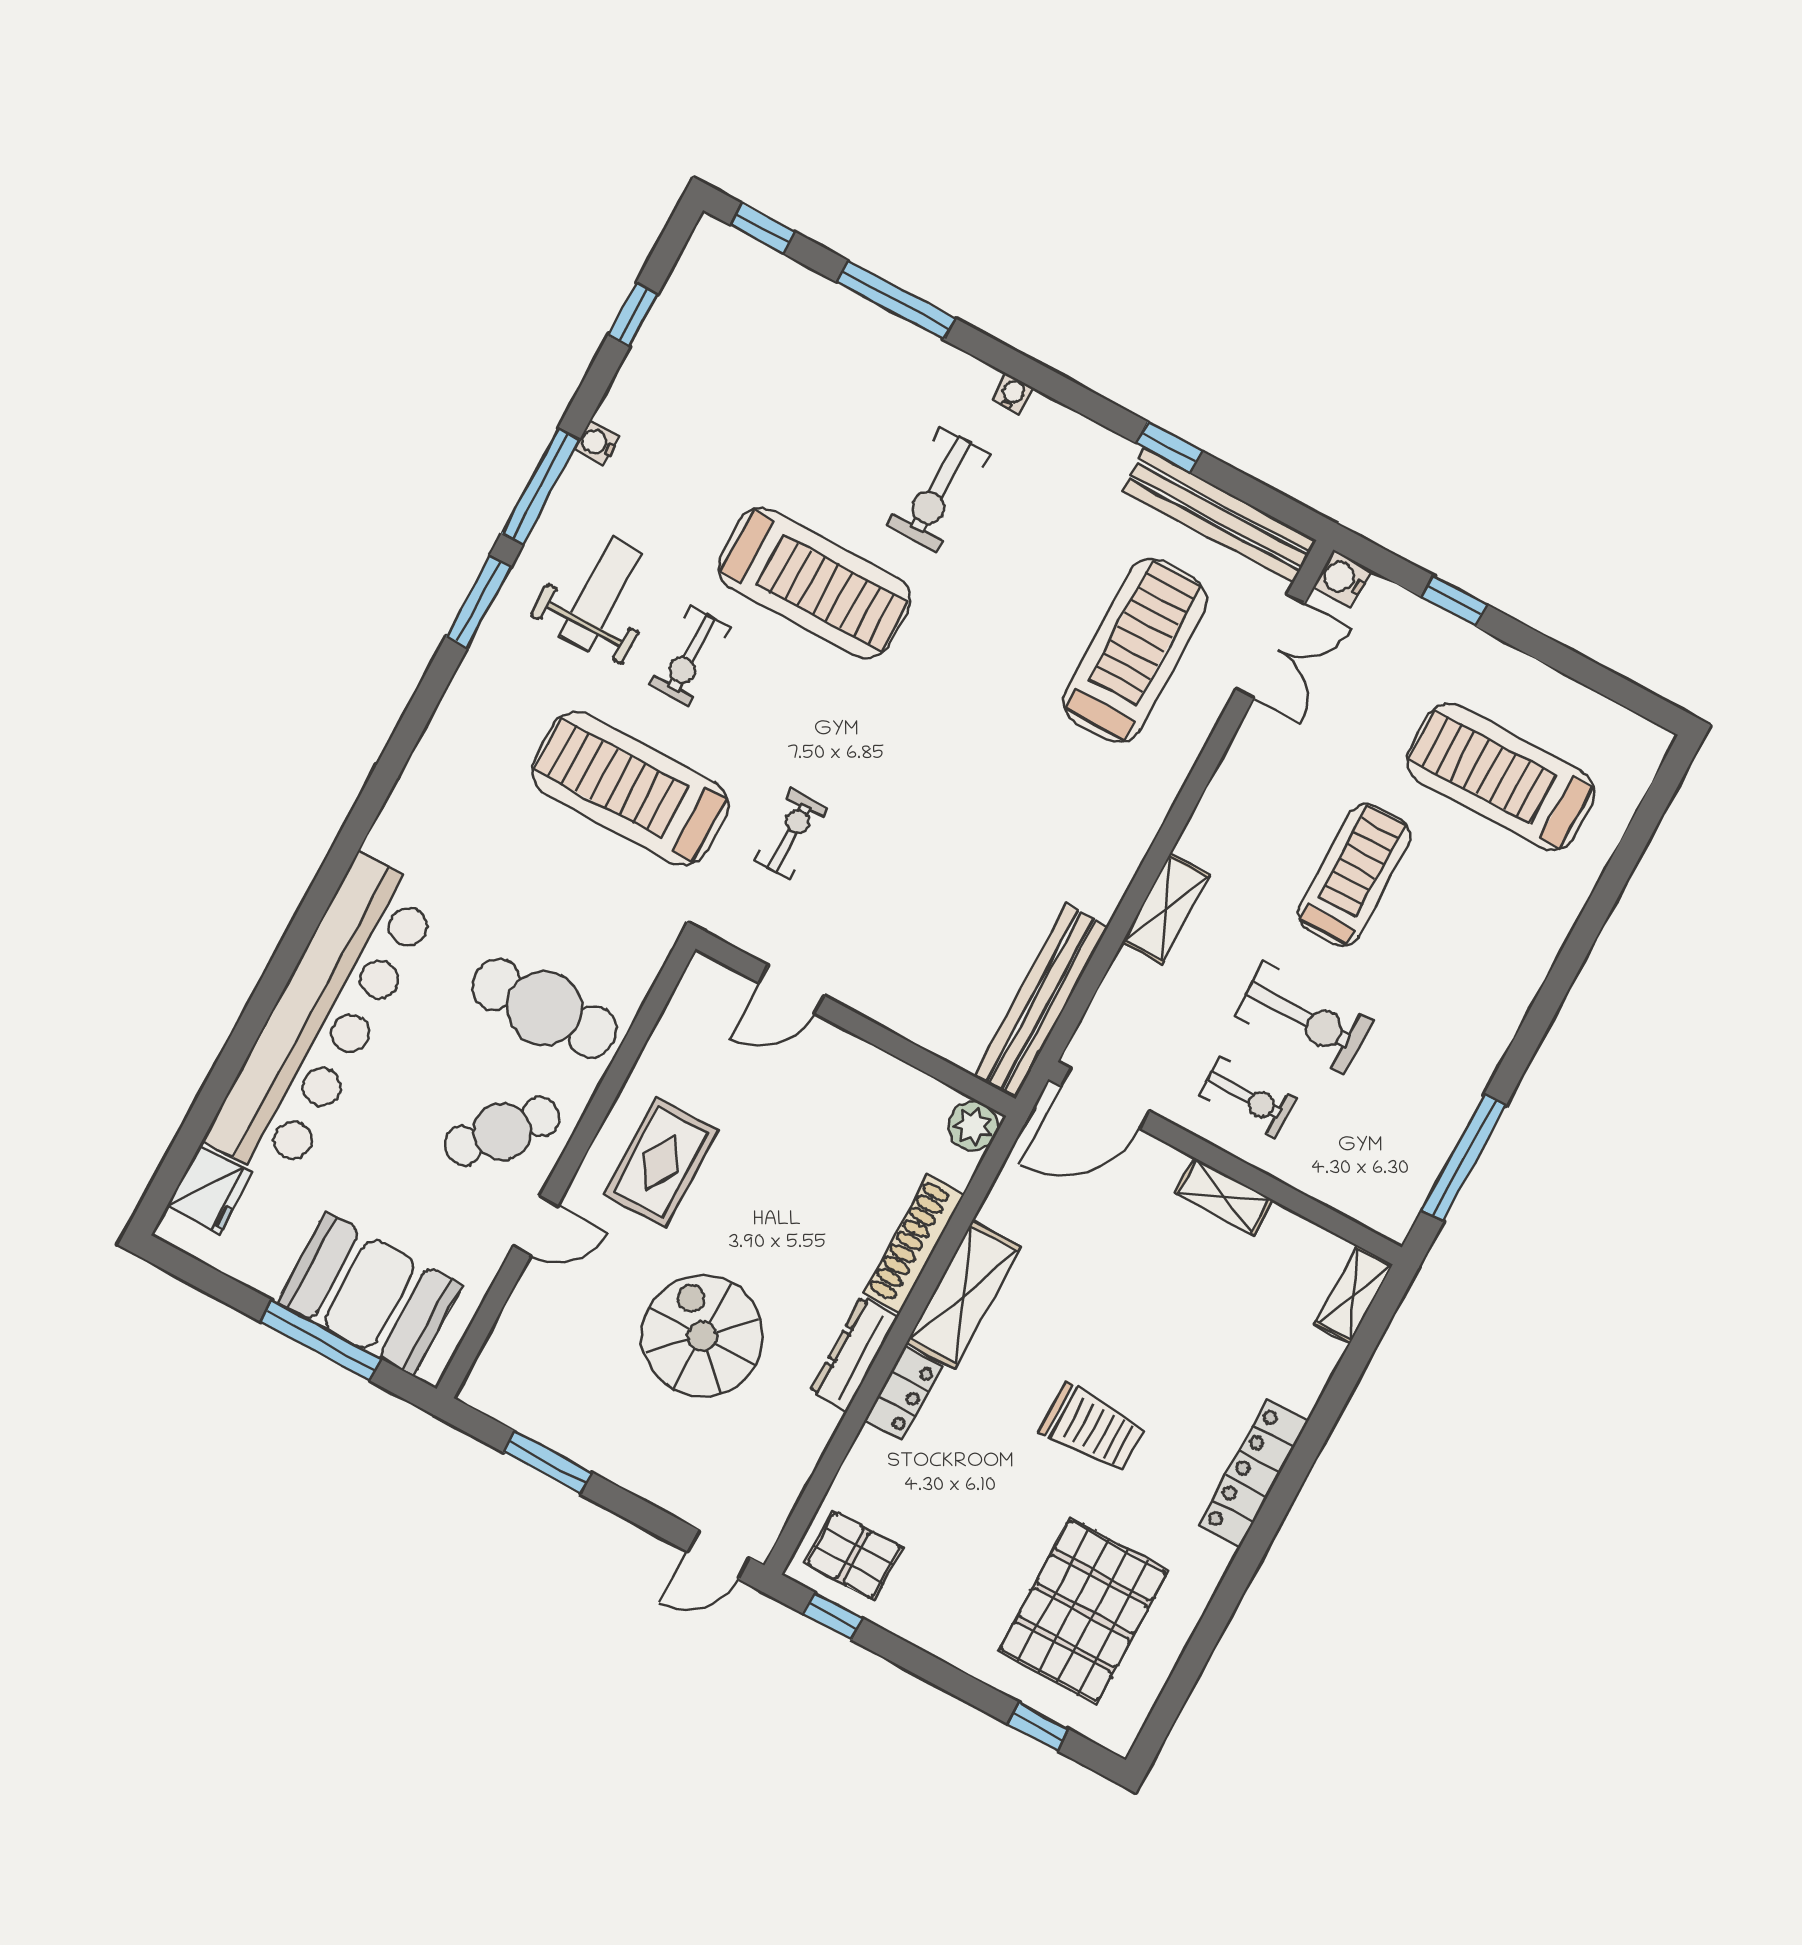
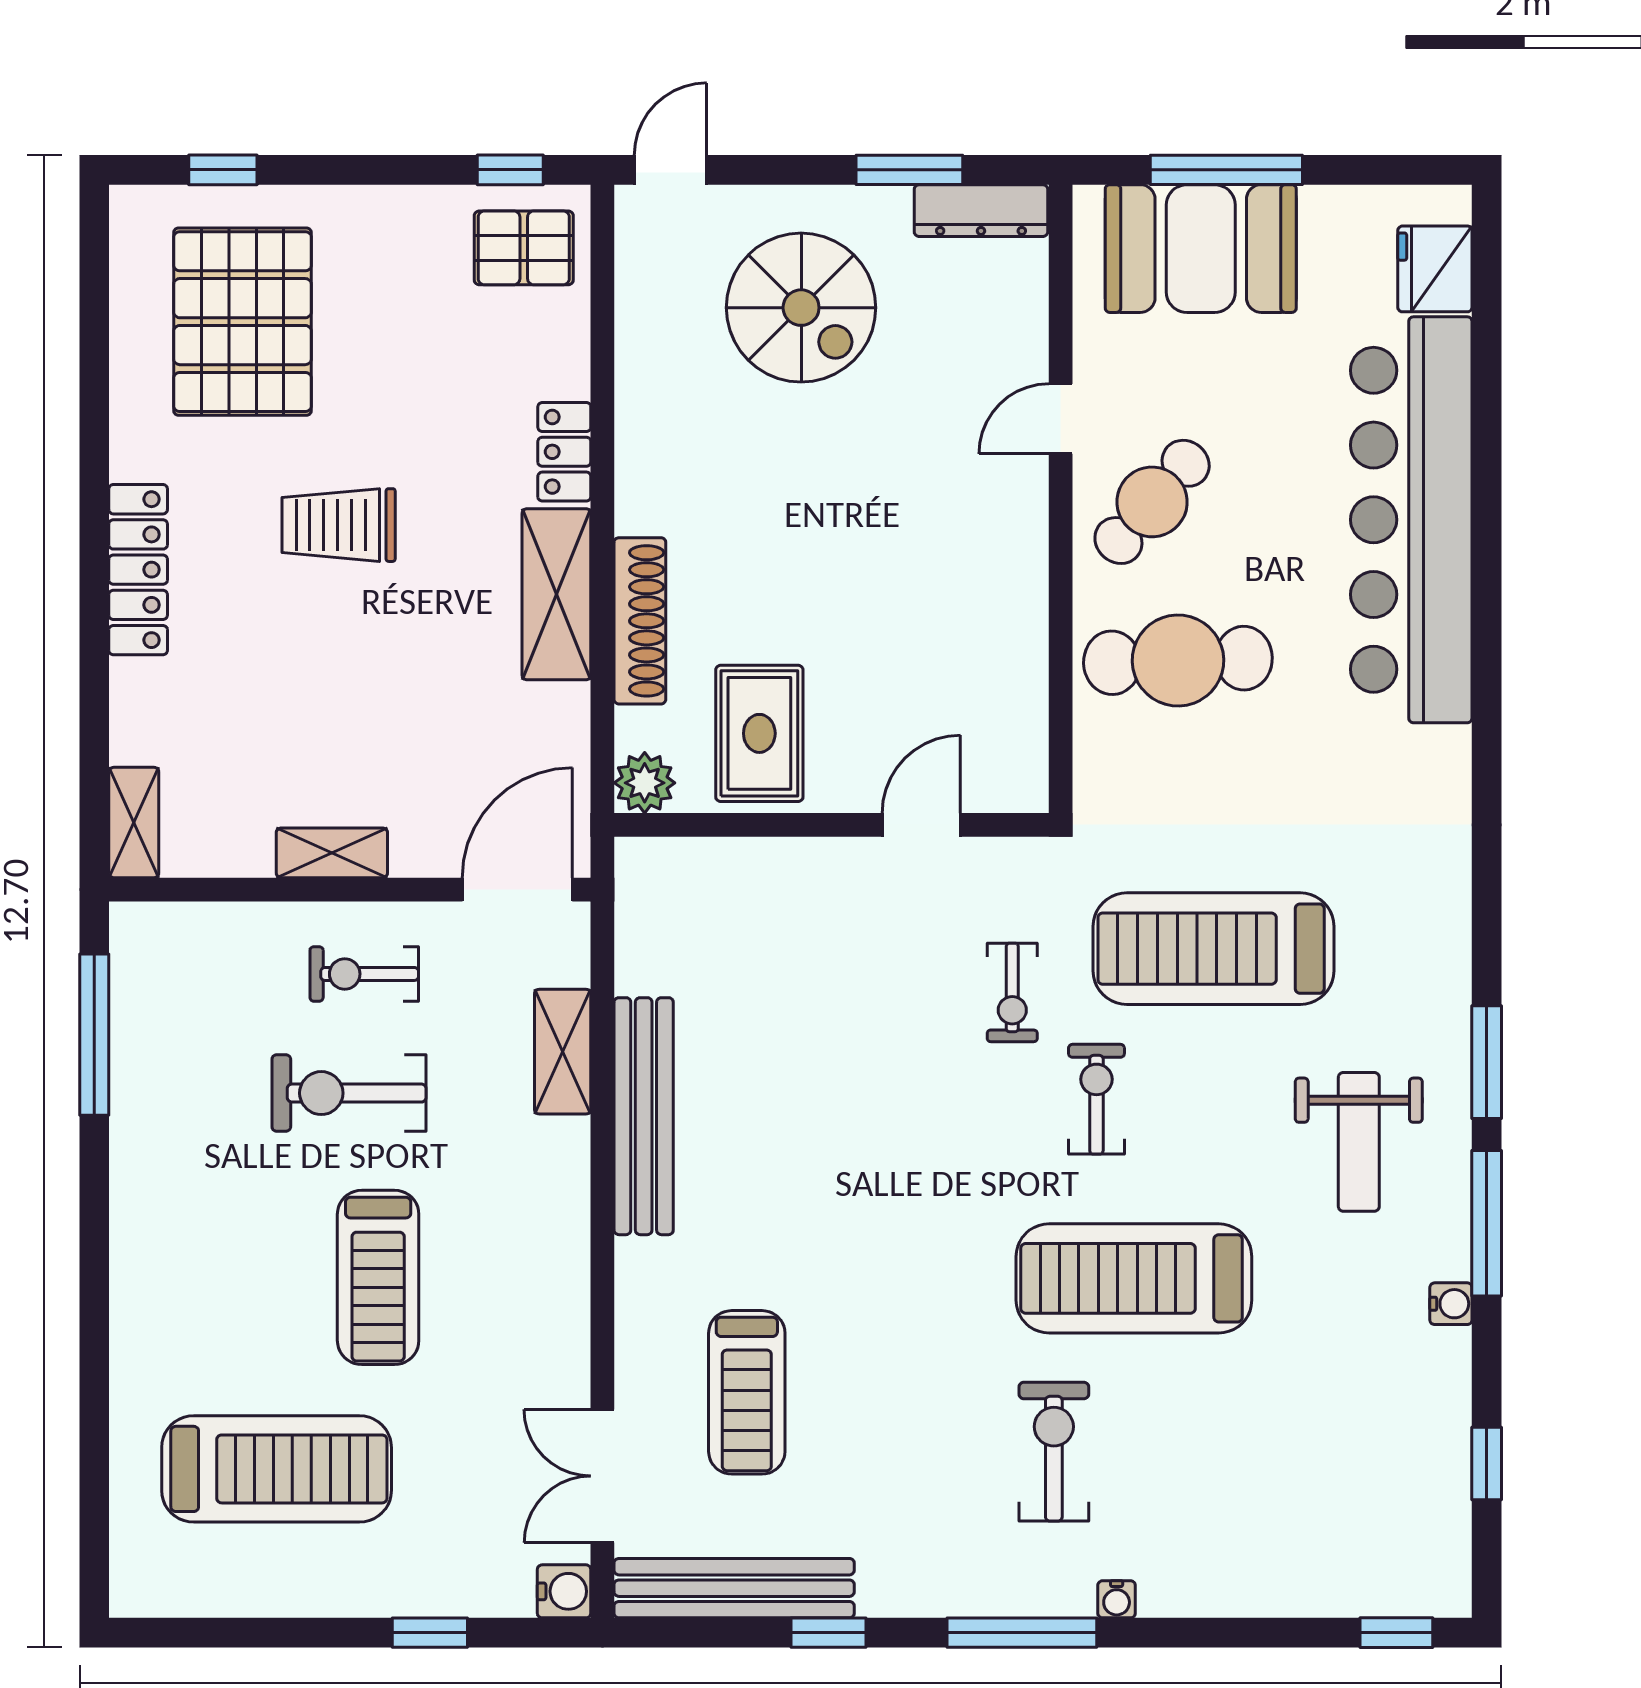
window: (896, 300) -> (1022, 1633), moved
water cooler: (1012, 394) -> (1117, 1599), moved
treadmill: (1135, 651) -> (747, 1392), width x0.73, depth x0.73
exercise bike: (690, 656) -> (1096, 1099), moved
treadmill: (630, 788) -> (1214, 949), turned 180
shelving: (1166, 909) -> (563, 1052), moved
bench: (1041, 1001) -> (644, 1116), moved
rug: (661, 1162) -> (759, 733), moved
spiral stairs: (702, 1336) -> (801, 308), moved
dresser: (854, 1354) -> (981, 211), moved, turned 90

